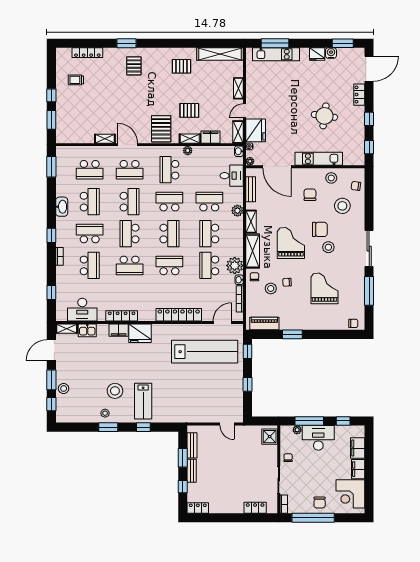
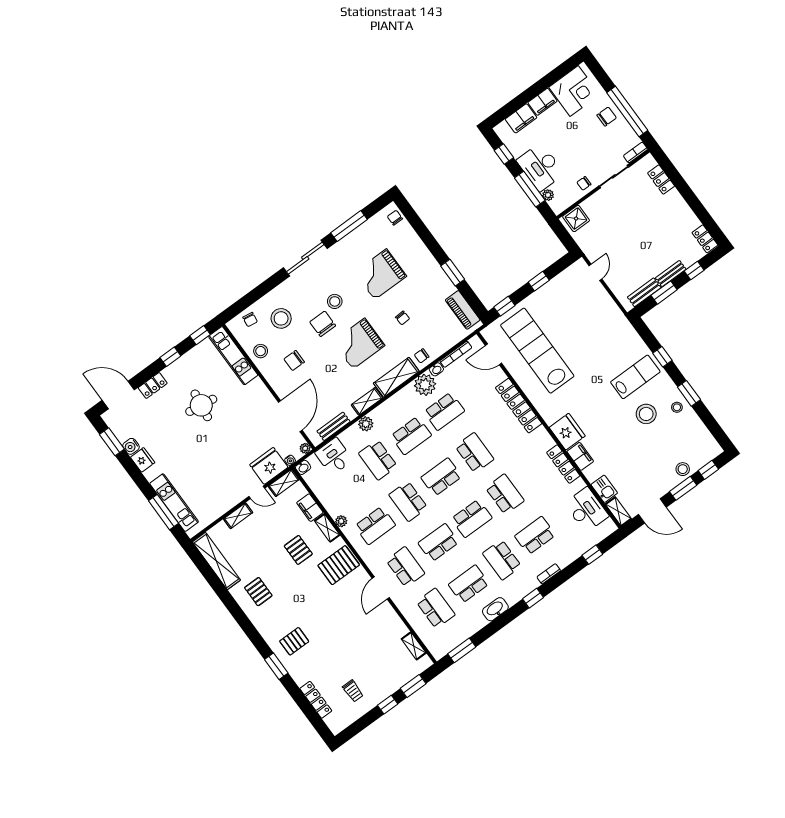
shelving: (105, 139) -> (414, 646), moved
kitchen unit: (319, 159) -> (233, 356), moved
school desk: (169, 265) -> (474, 453), turned 180
stool: (271, 288) -> (421, 330), removed

